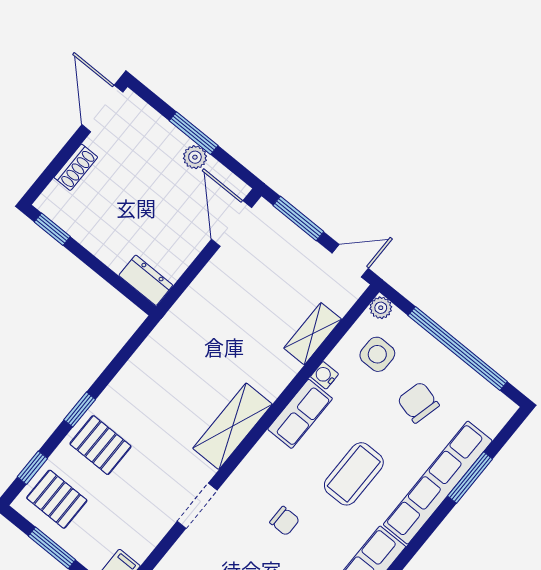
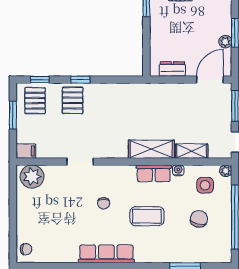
dresser: (146, 280) -> (172, 69), moved, turned -90
shelving: (233, 426) -> (151, 149), moved
row of seats: (438, 483) -> (172, 254), removed

